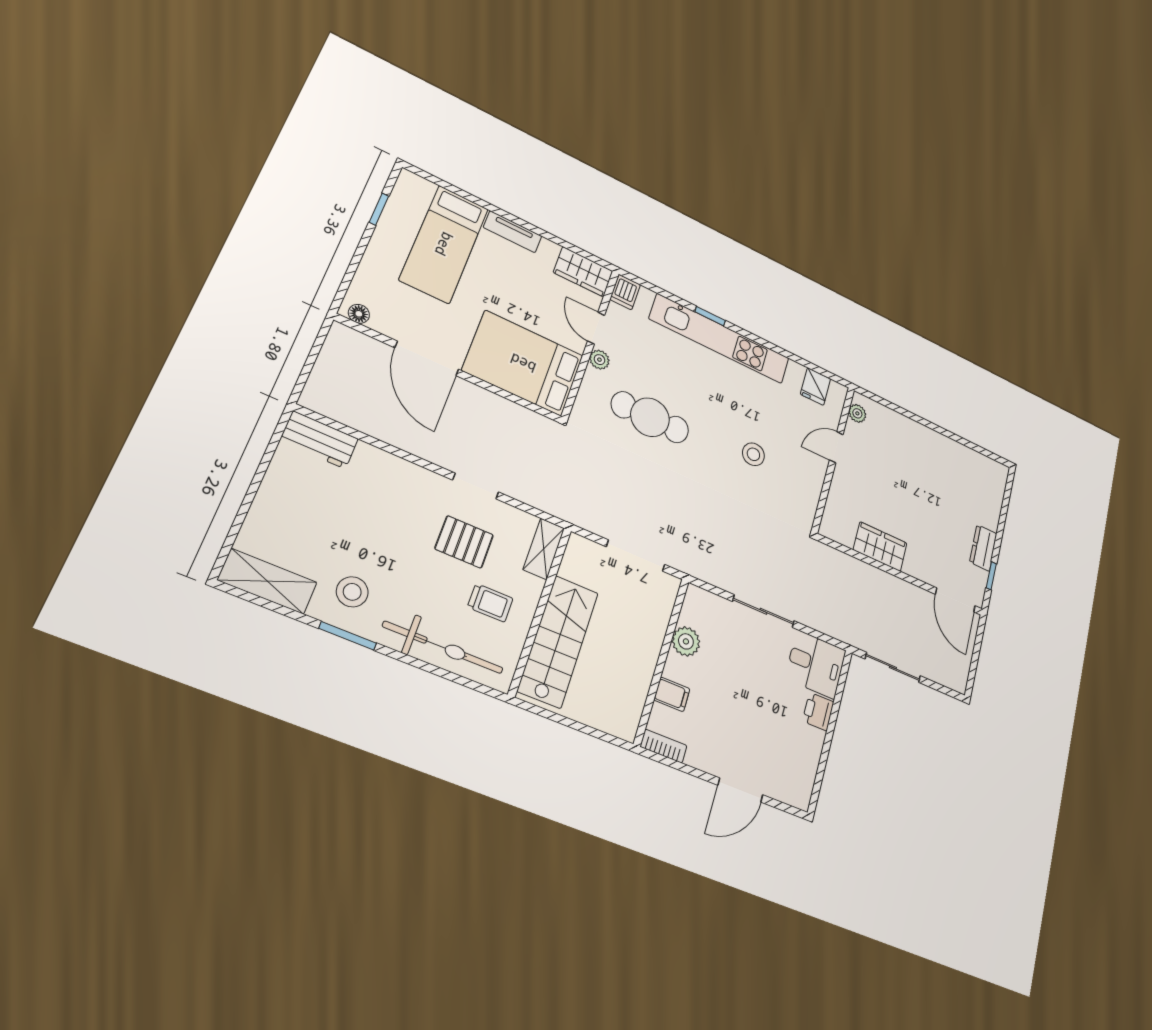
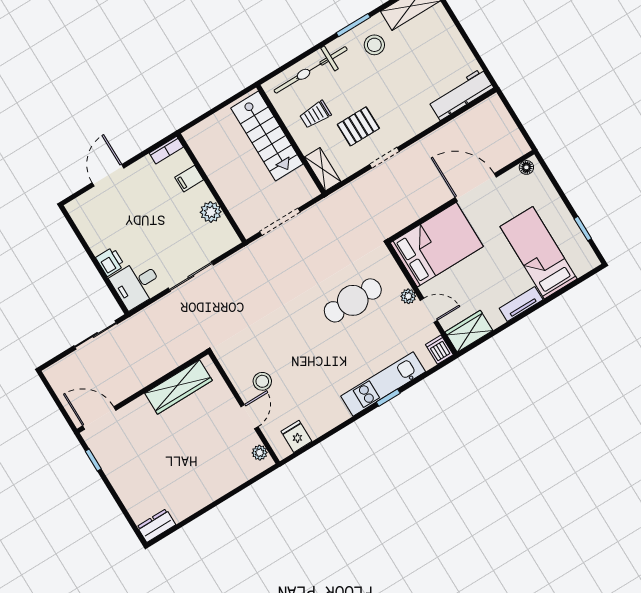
kitchen unit: (720, 339) -> (383, 384), width x0.73
workbench: (319, 440) -> (461, 94), width x1.38
stool: (753, 454) -> (262, 381), moved
wardrobe: (880, 547) -> (178, 387), width x1.50
dresser: (983, 548) -> (156, 526), moved, turned -90

